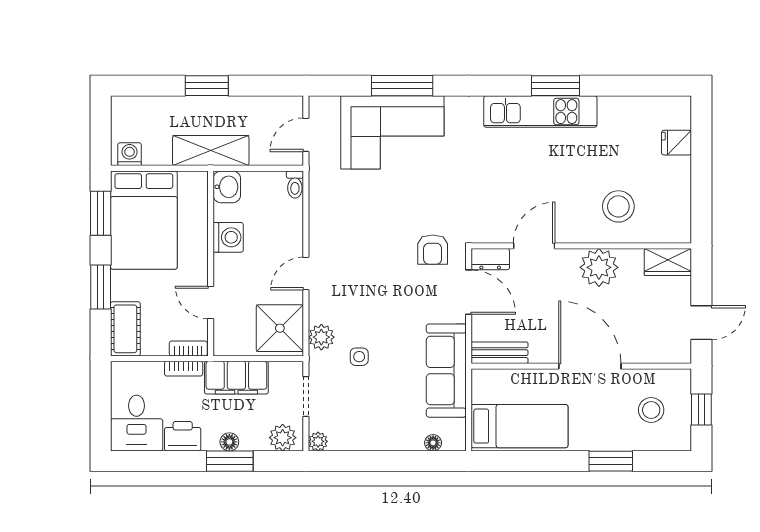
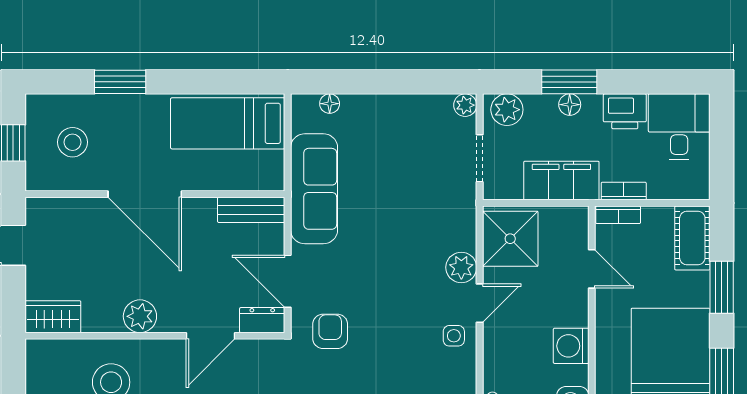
plant: (599, 267) -> (140, 316), width x0.73, depth x0.73
plant: (321, 337) -> (461, 267), moved
side table: (359, 357) -> (454, 336), moved

